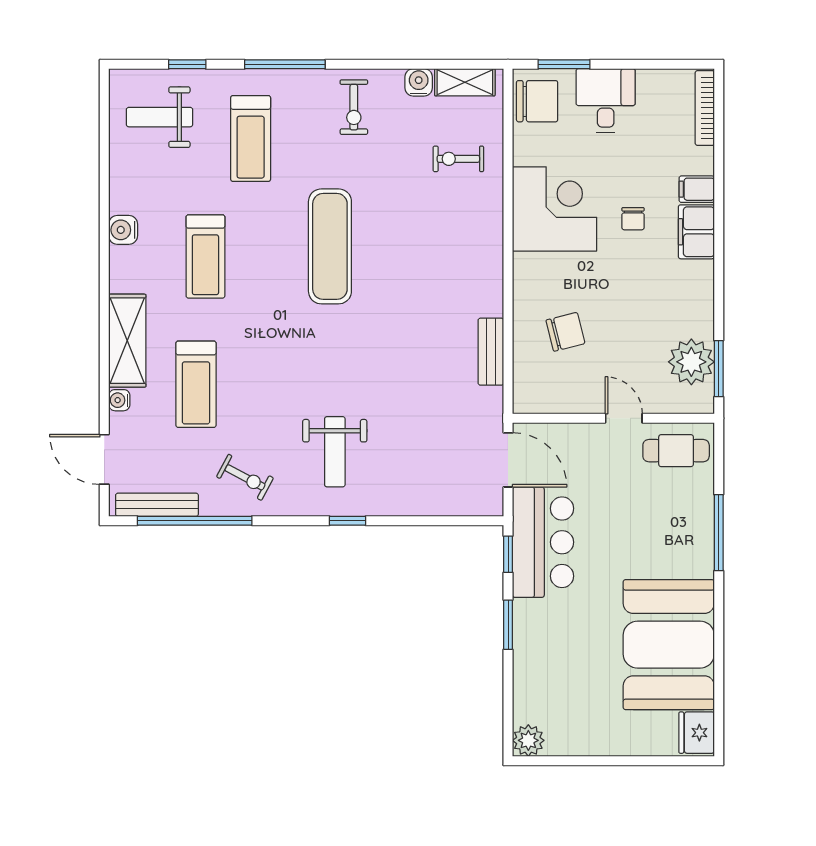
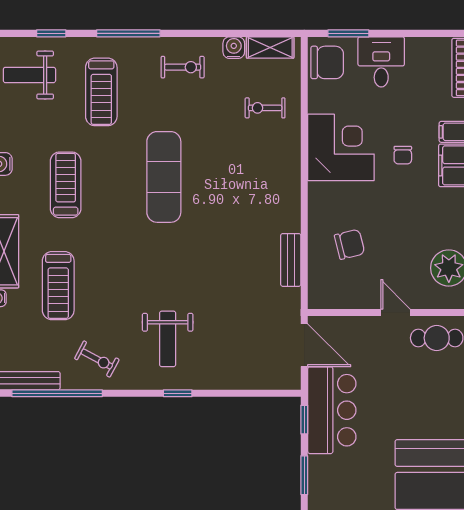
exercise bike: (354, 107) -> (183, 67), turned -90
treadmill: (205, 256) -> (66, 185), turned 180

